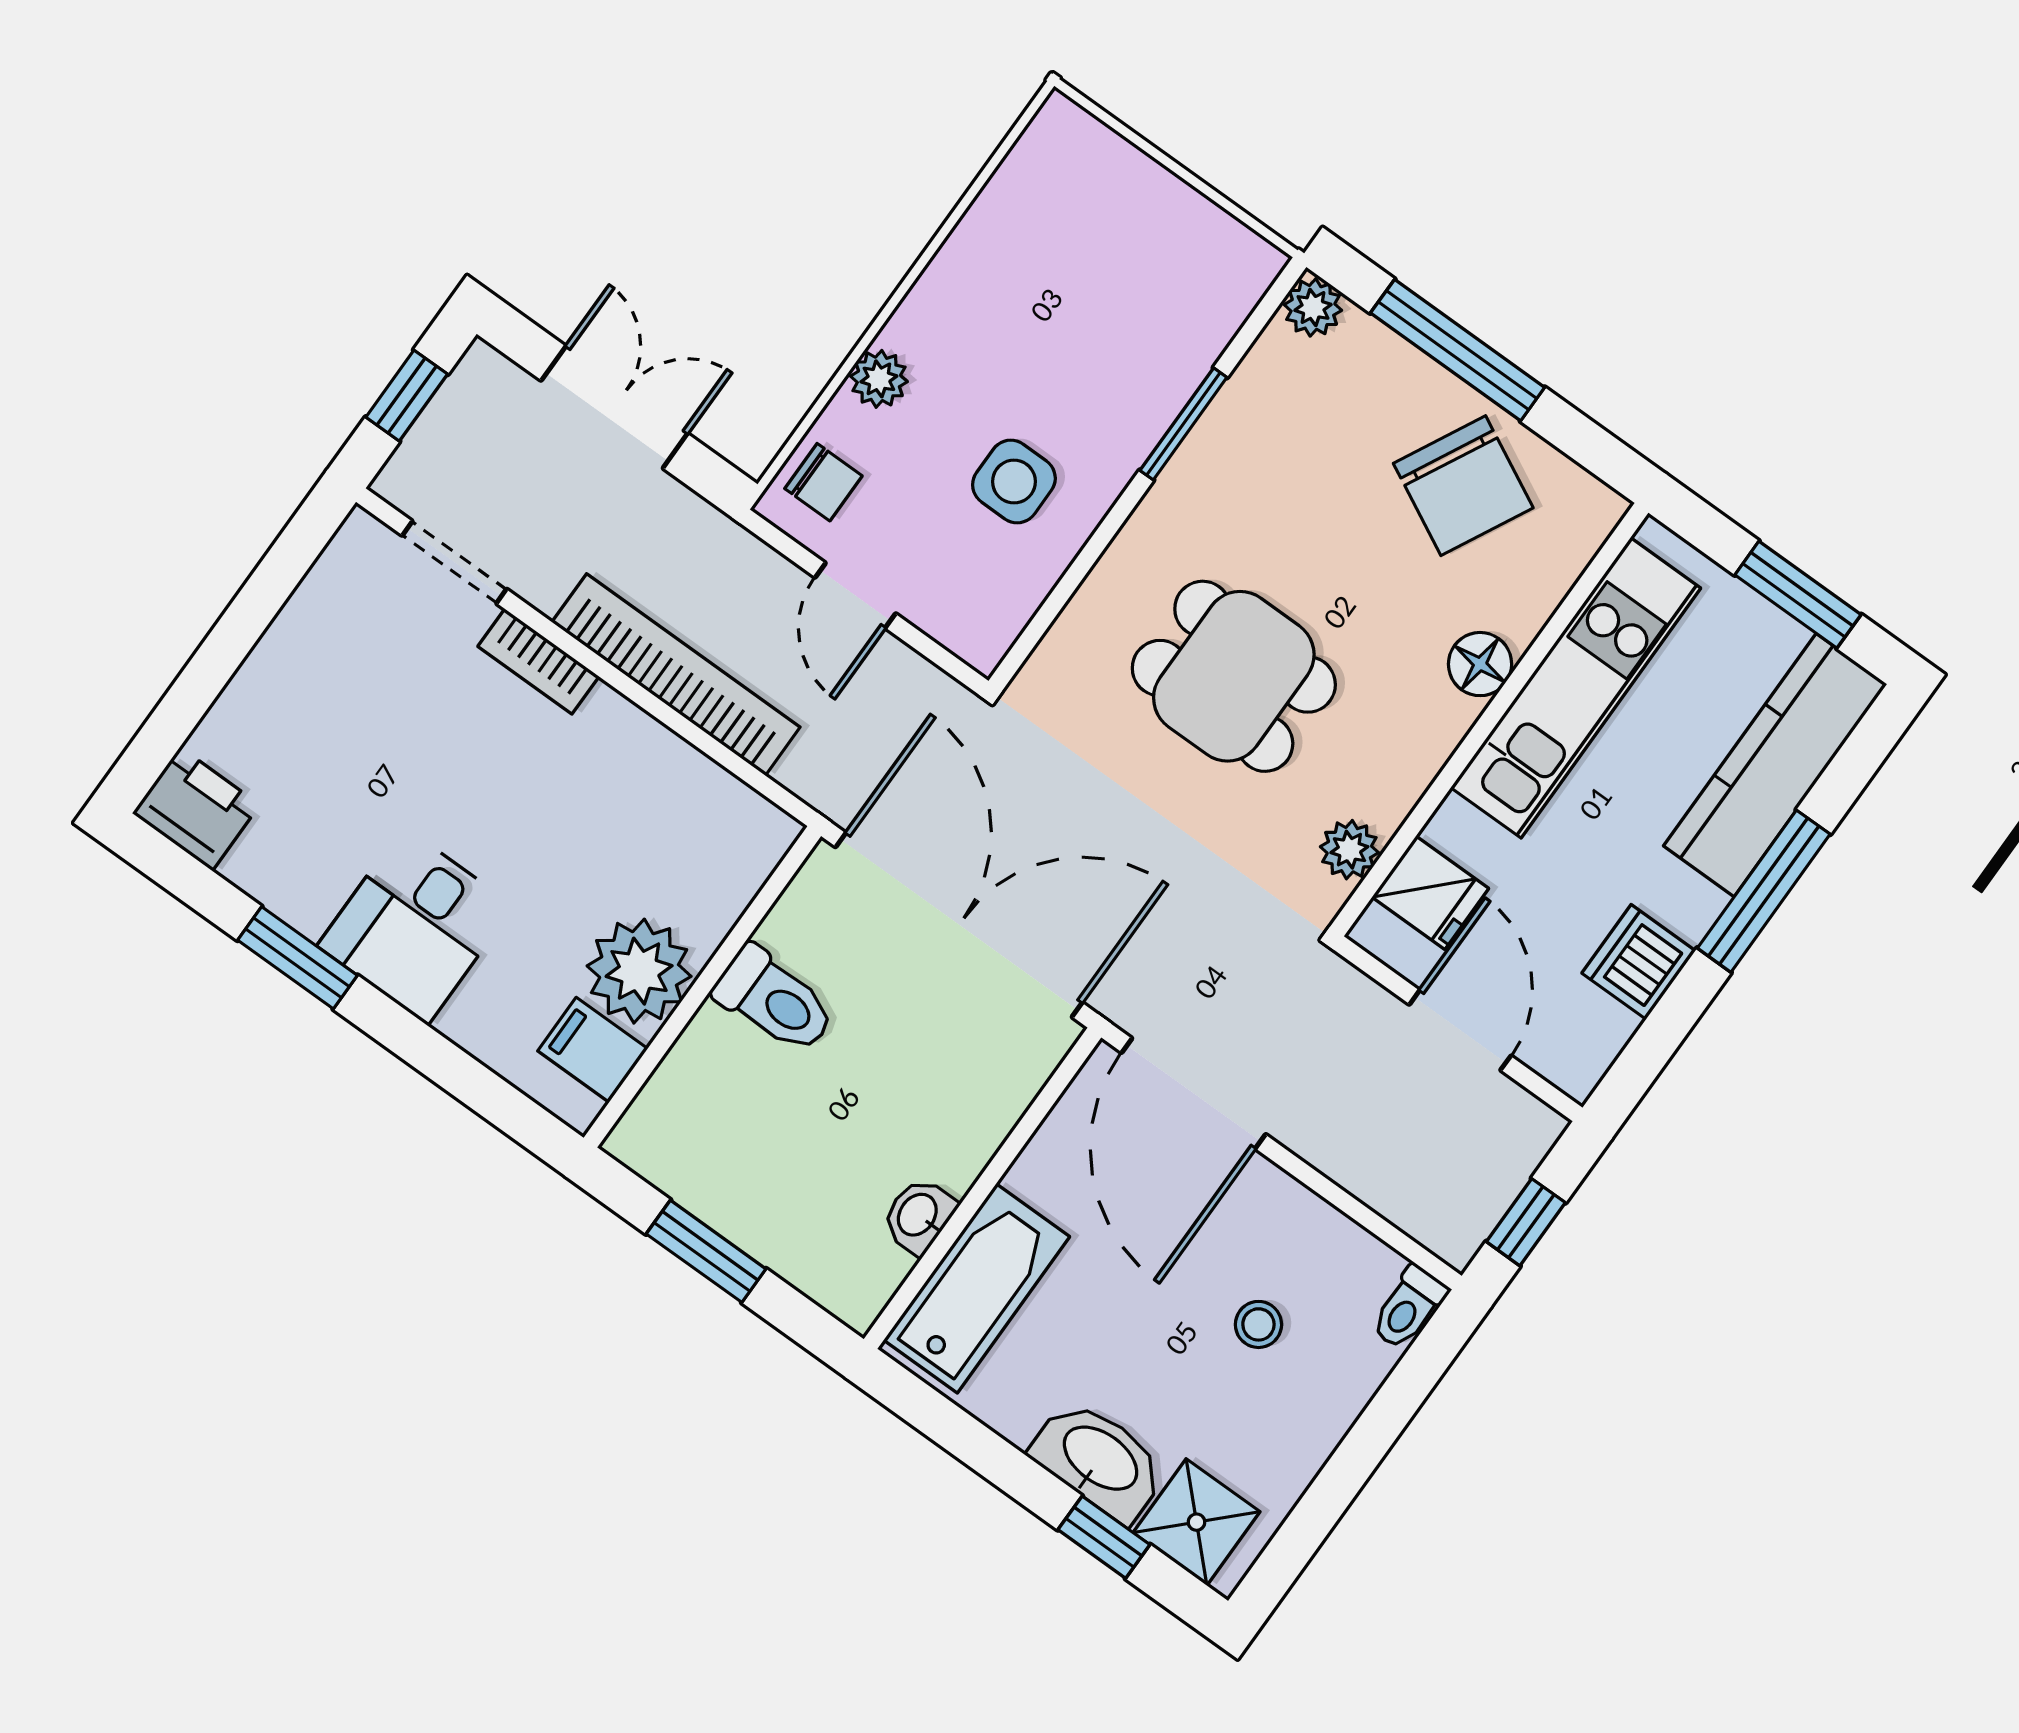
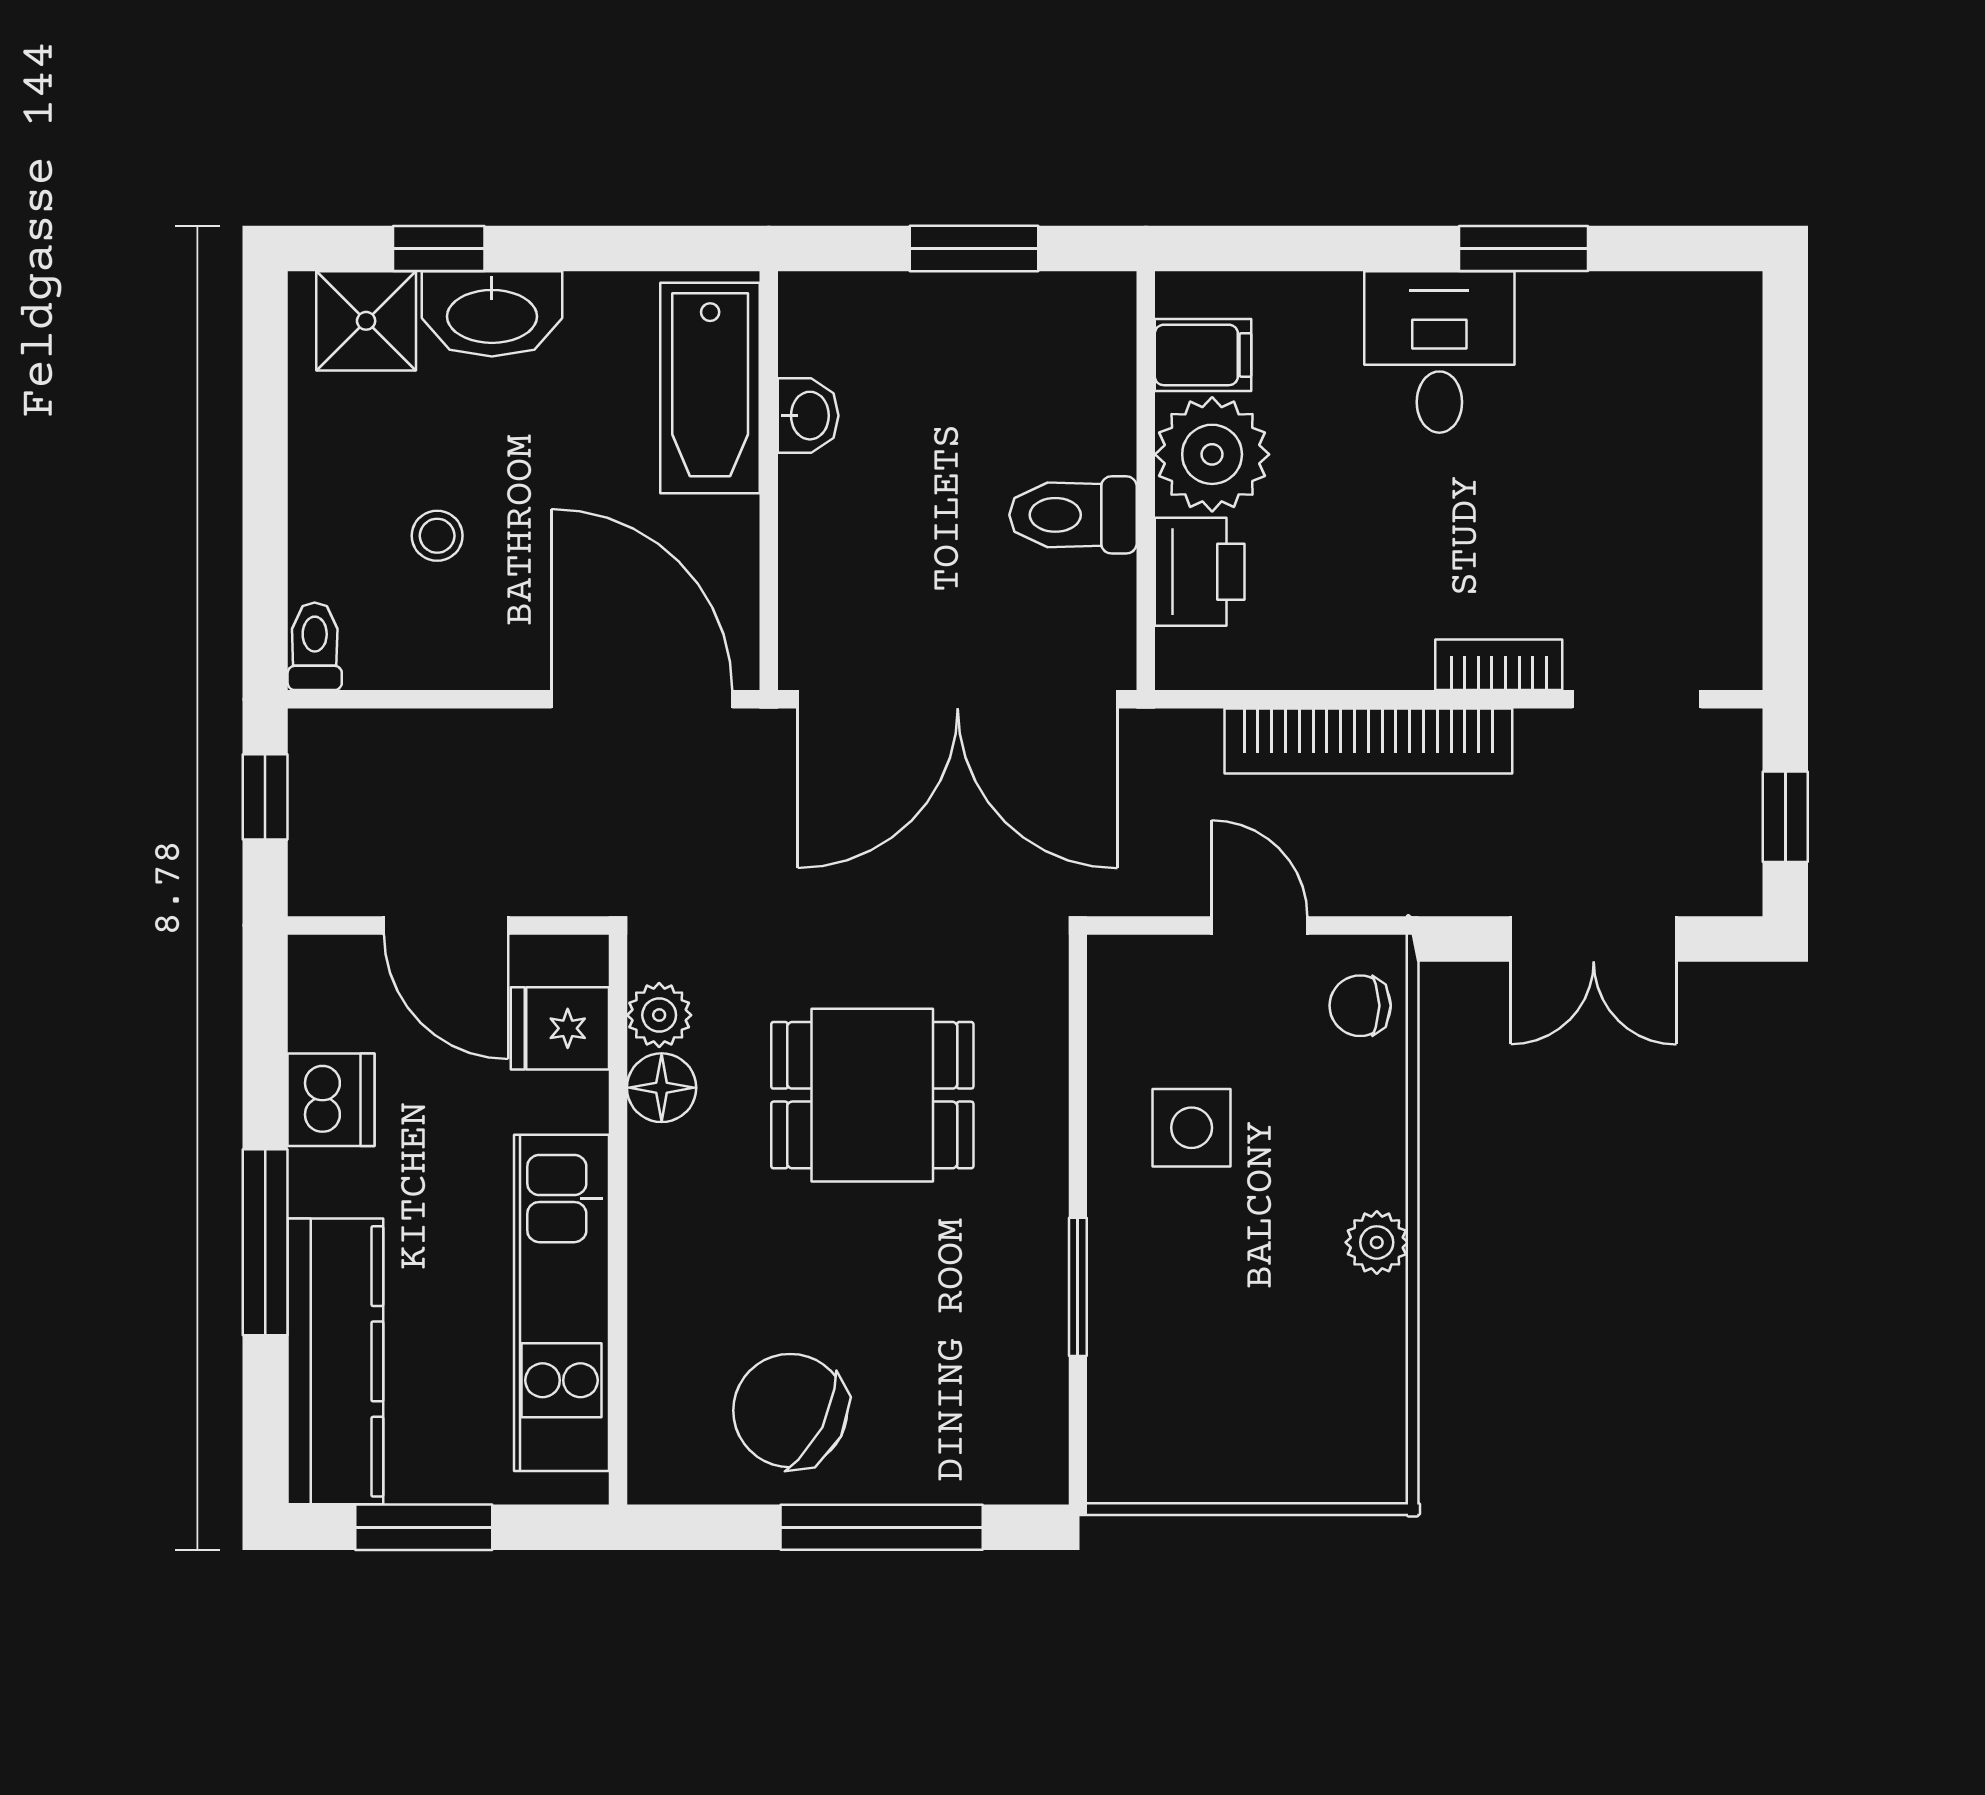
plant: (1313, 307) -> (1037, 1473), removed
plant: (879, 379) -> (1377, 1242), moved
floor lamp: (1480, 664) -> (662, 1088), moved
printer: (196, 809) -> (1200, 572), moved, turned -90

